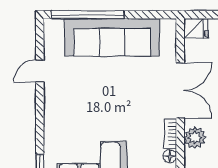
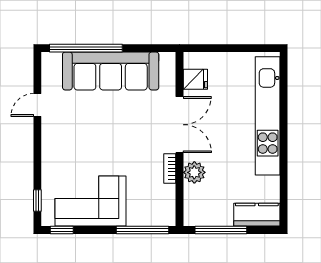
fridge: (196, 28) -> (195, 79), moved
floor lamp: (170, 156) -> (169, 191), removed

